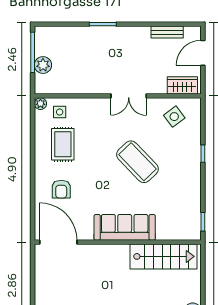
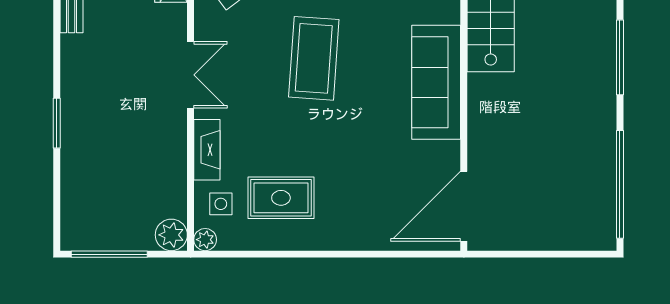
plant: (43, 65) -> (171, 235), moved
fireplace: (89, 105) -> (207, 150), added
coffee table: (137, 162) -> (314, 58), turned -42
armchair: (61, 189) -> (365, 201), removed

